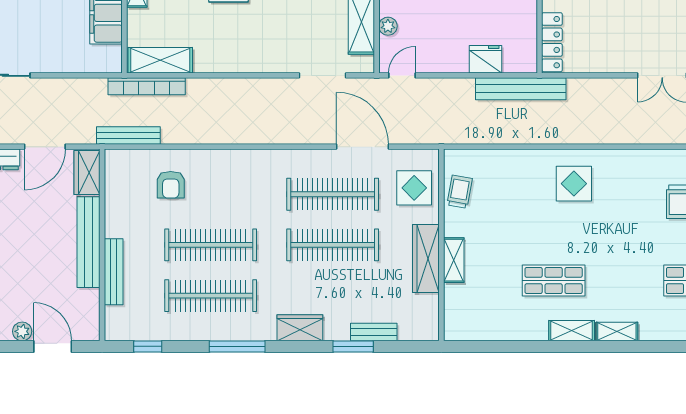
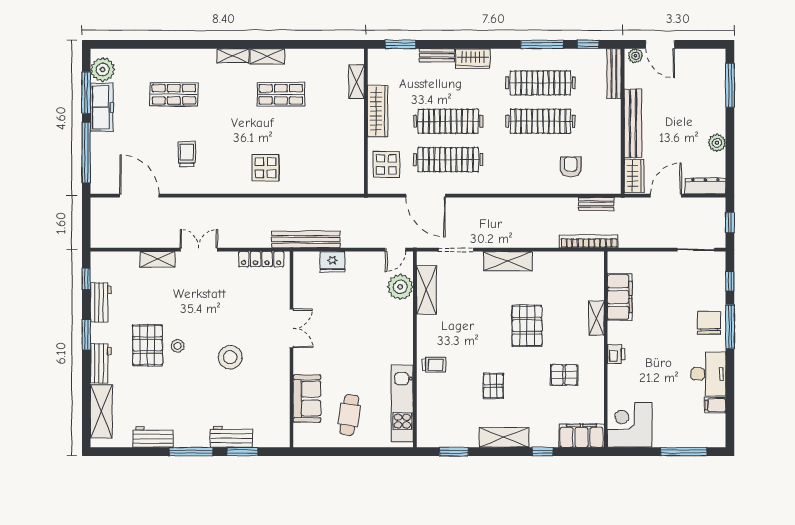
plant: (388, 26) -> (400, 287), width x1.88, depth x1.88
locker: (552, 42) -> (261, 259), moved, turned -90
shelving: (160, 60) -> (508, 261), moved
bench: (128, 136) -> (596, 204), width x0.73
trolley: (460, 192) -> (352, 162), removed
shelving: (454, 260) -> (357, 82), moved
bench: (114, 272) -> (614, 74), moved
plant: (22, 331) -> (636, 56), moved
bench: (374, 332) -> (437, 55), moved
window: (237, 346) -> (542, 44), moved
window: (353, 346) -> (400, 44), moved

